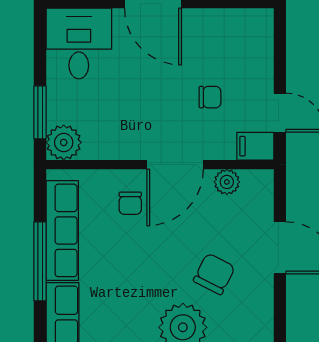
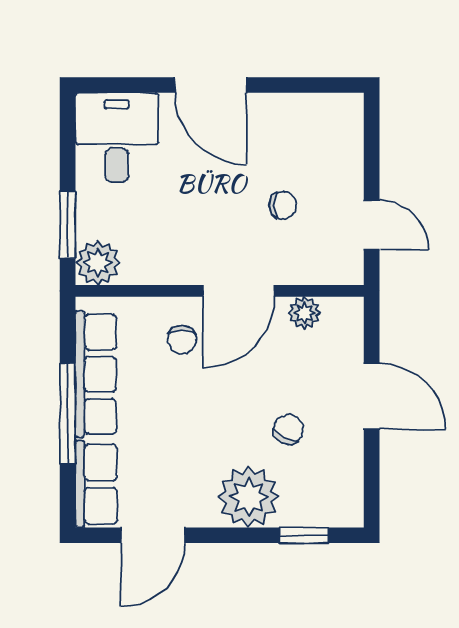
filing cabinet: (255, 146) -> (341, 267), removed
chair: (214, 274) -> (288, 429), width x0.73, depth x0.73

